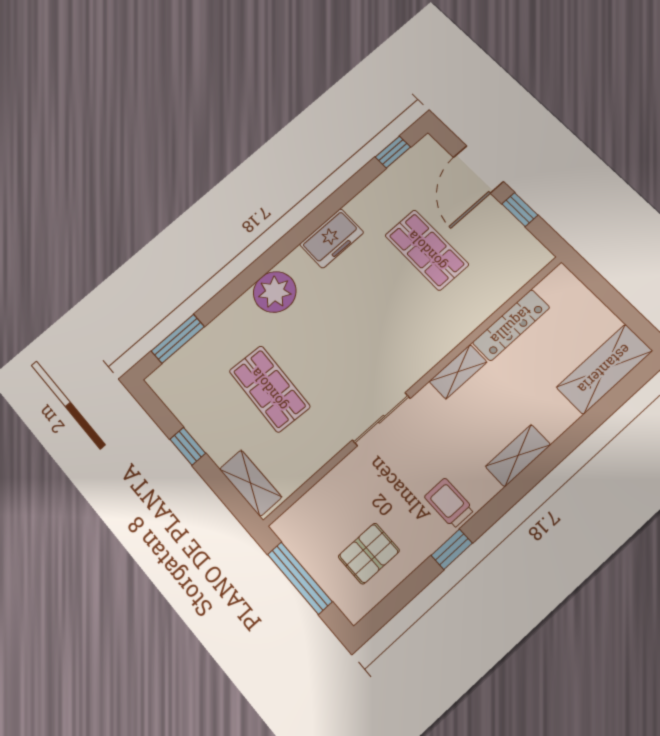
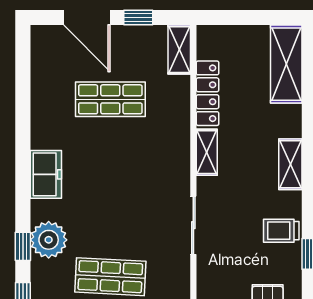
window: (393, 152) -> (23, 246), moved
freezer: (332, 238) -> (46, 174), moved
shelving: (526, 267) -> (179, 50), added
plant: (275, 292) -> (49, 240), moved

